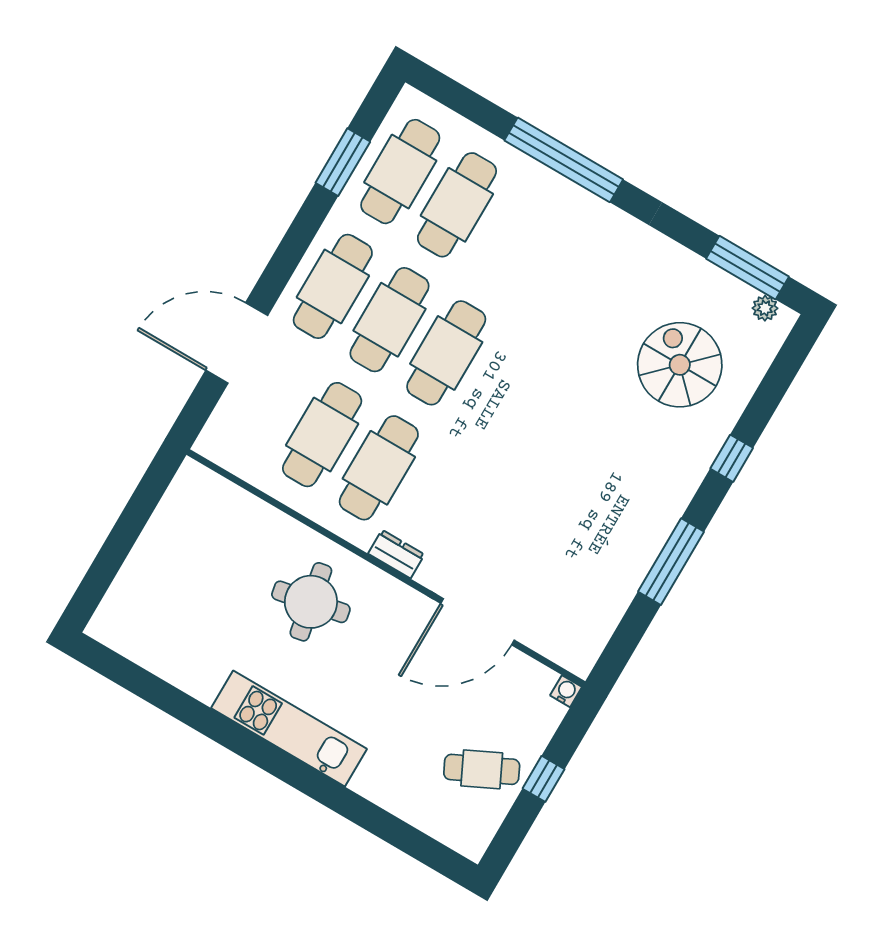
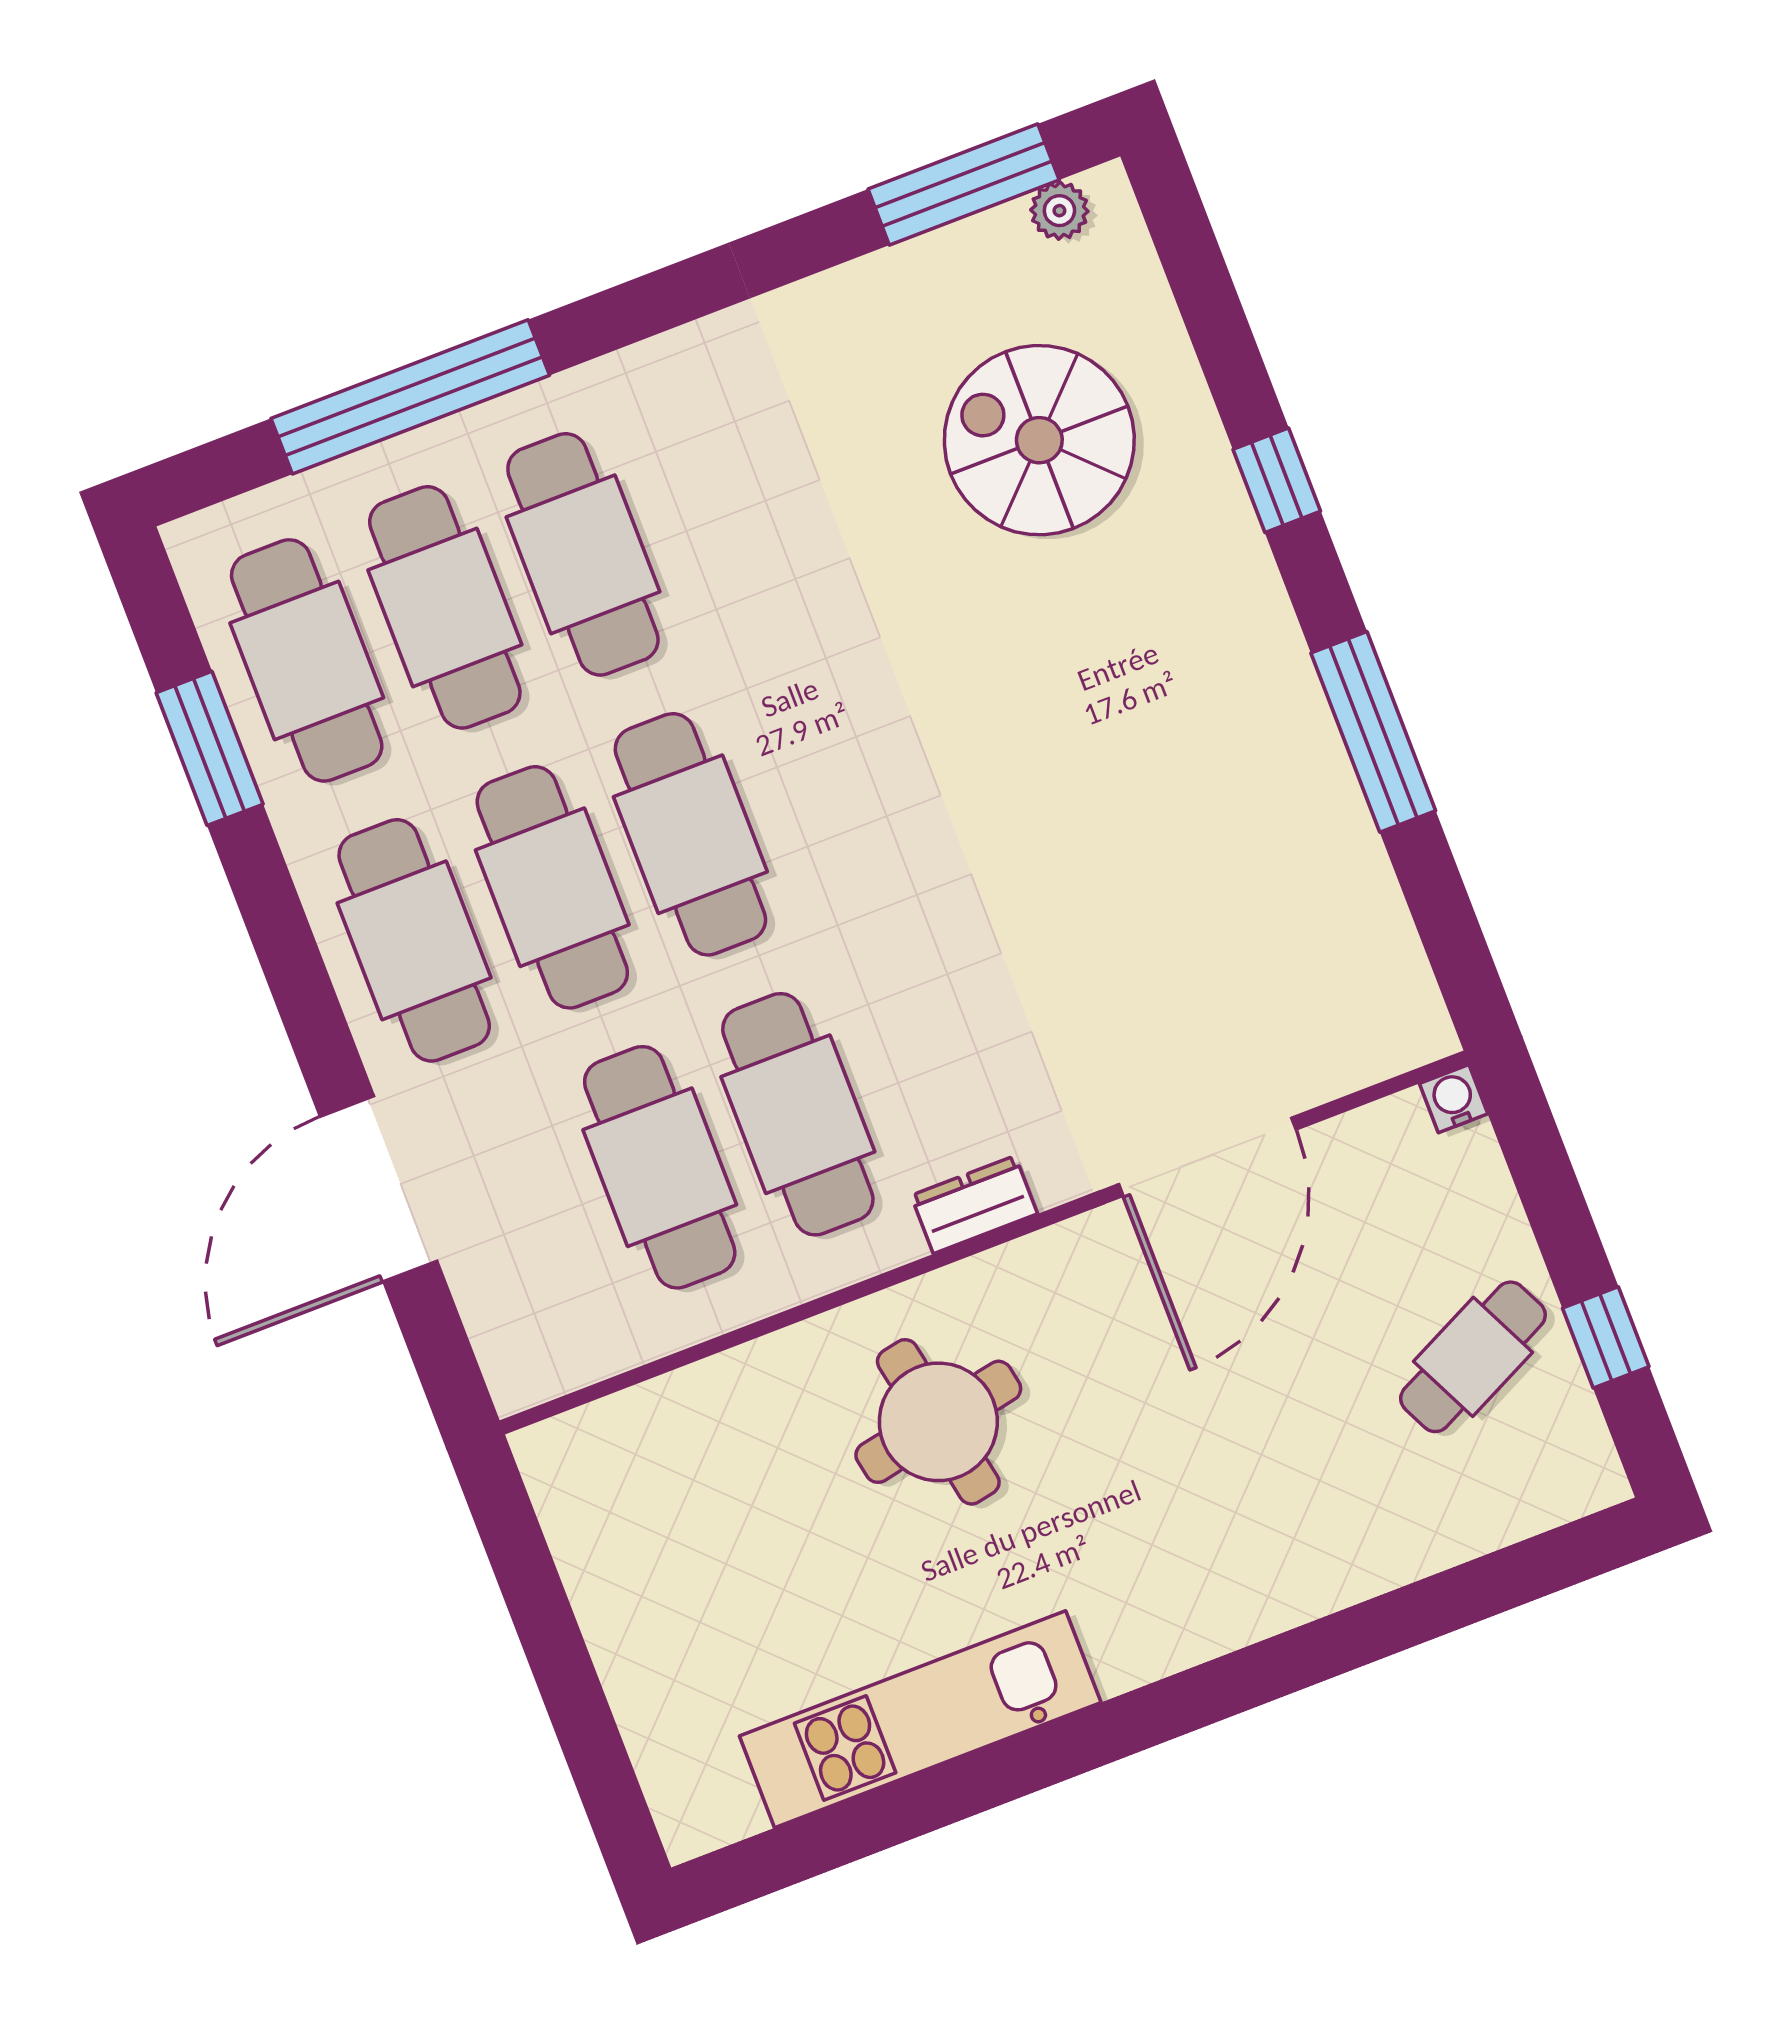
window: (564, 160) -> (410, 397), moved
cafe table: (514, 238) -> (583, 554), added
kitchen unit: (289, 729) -> (920, 1719), moved
window: (544, 779) -> (1606, 1337), moved

